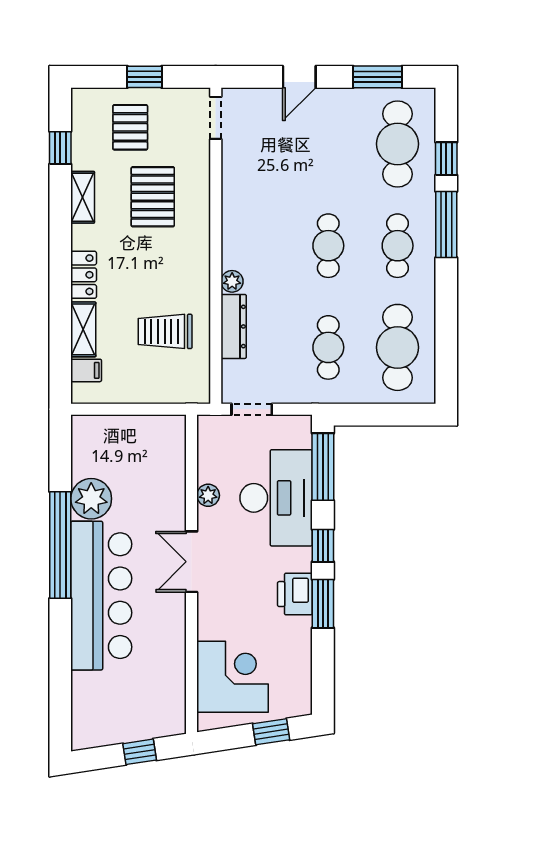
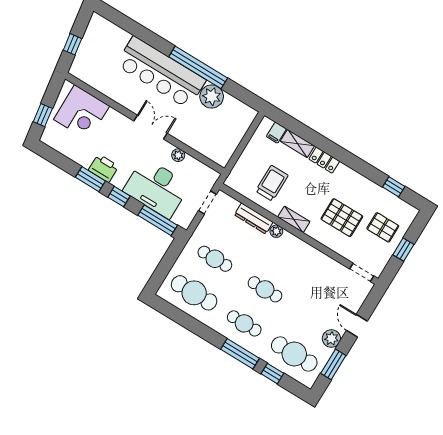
plant: (341, 103) -> (331, 339), added
shelving: (83, 197) -> (294, 219), moved

